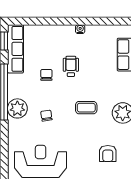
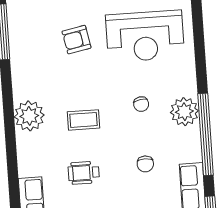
wheelchair: (71, 66) -> (84, 173), moved, turned 90
armchair: (108, 153) -> (77, 40), moved, turned -101

